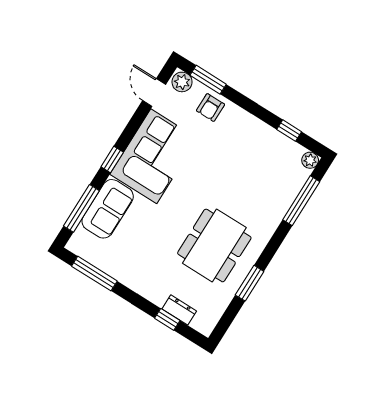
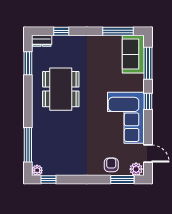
window: (289, 131) -> (48, 180), moved
sofa: (108, 209) -> (133, 54), moved
window: (250, 283) -> (28, 63), moved
dresser: (179, 310) -> (42, 41), moved

